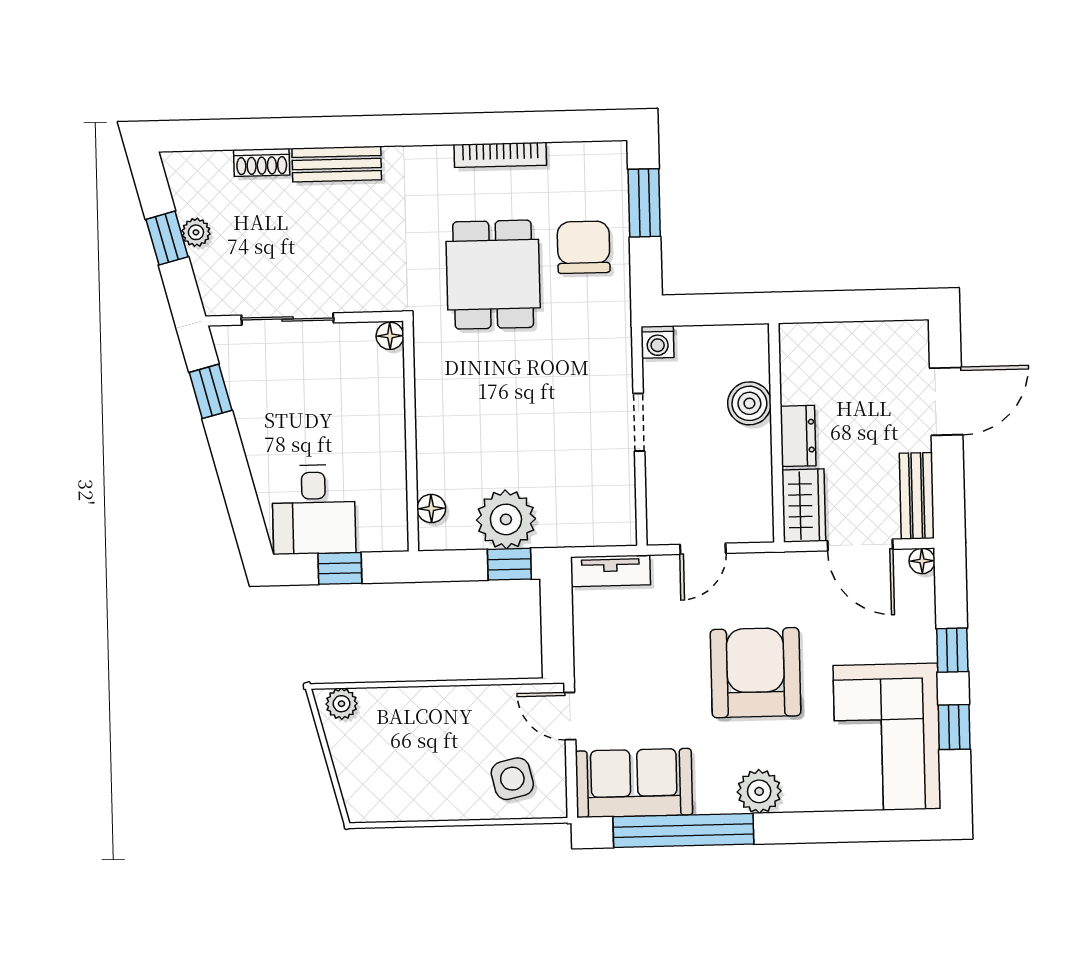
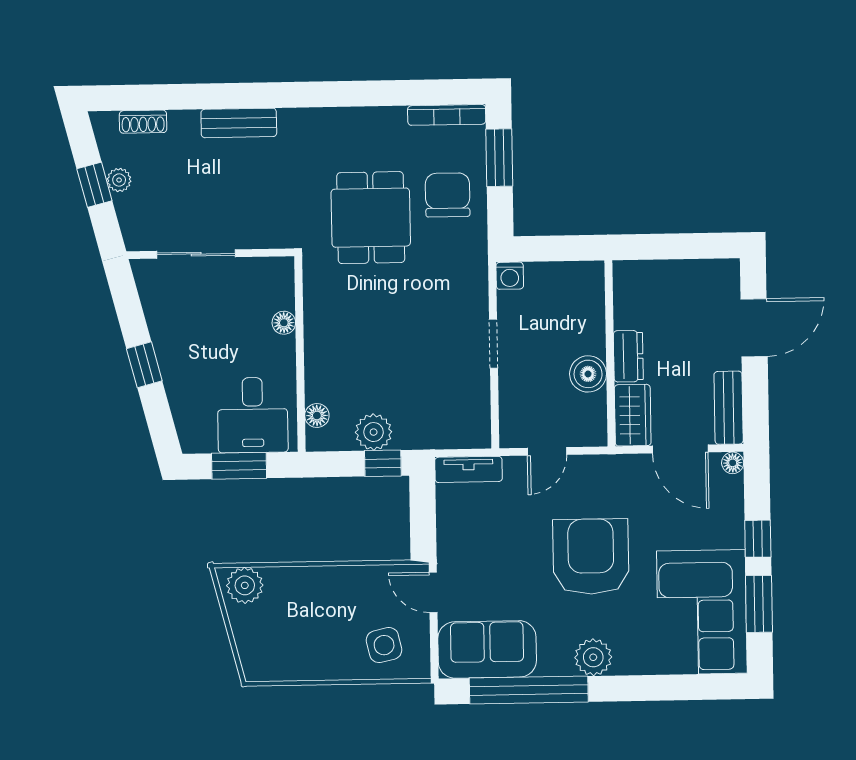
bookcase: (500, 155) -> (447, 115), moved
shoe rack: (262, 162) -> (143, 122), moved
floor lamp: (390, 336) -> (284, 323), moved
window: (211, 391) -> (144, 365), moved
boiler: (749, 403) -> (588, 374), moved
desk: (314, 510) -> (253, 415), moved
plant: (506, 519) -> (374, 432), width x0.73, depth x0.73
window: (340, 568) -> (239, 466), width x1.50
plant: (342, 704) -> (245, 585), width x1.38, depth x1.38
window: (954, 727) -> (759, 604), width x1.50

